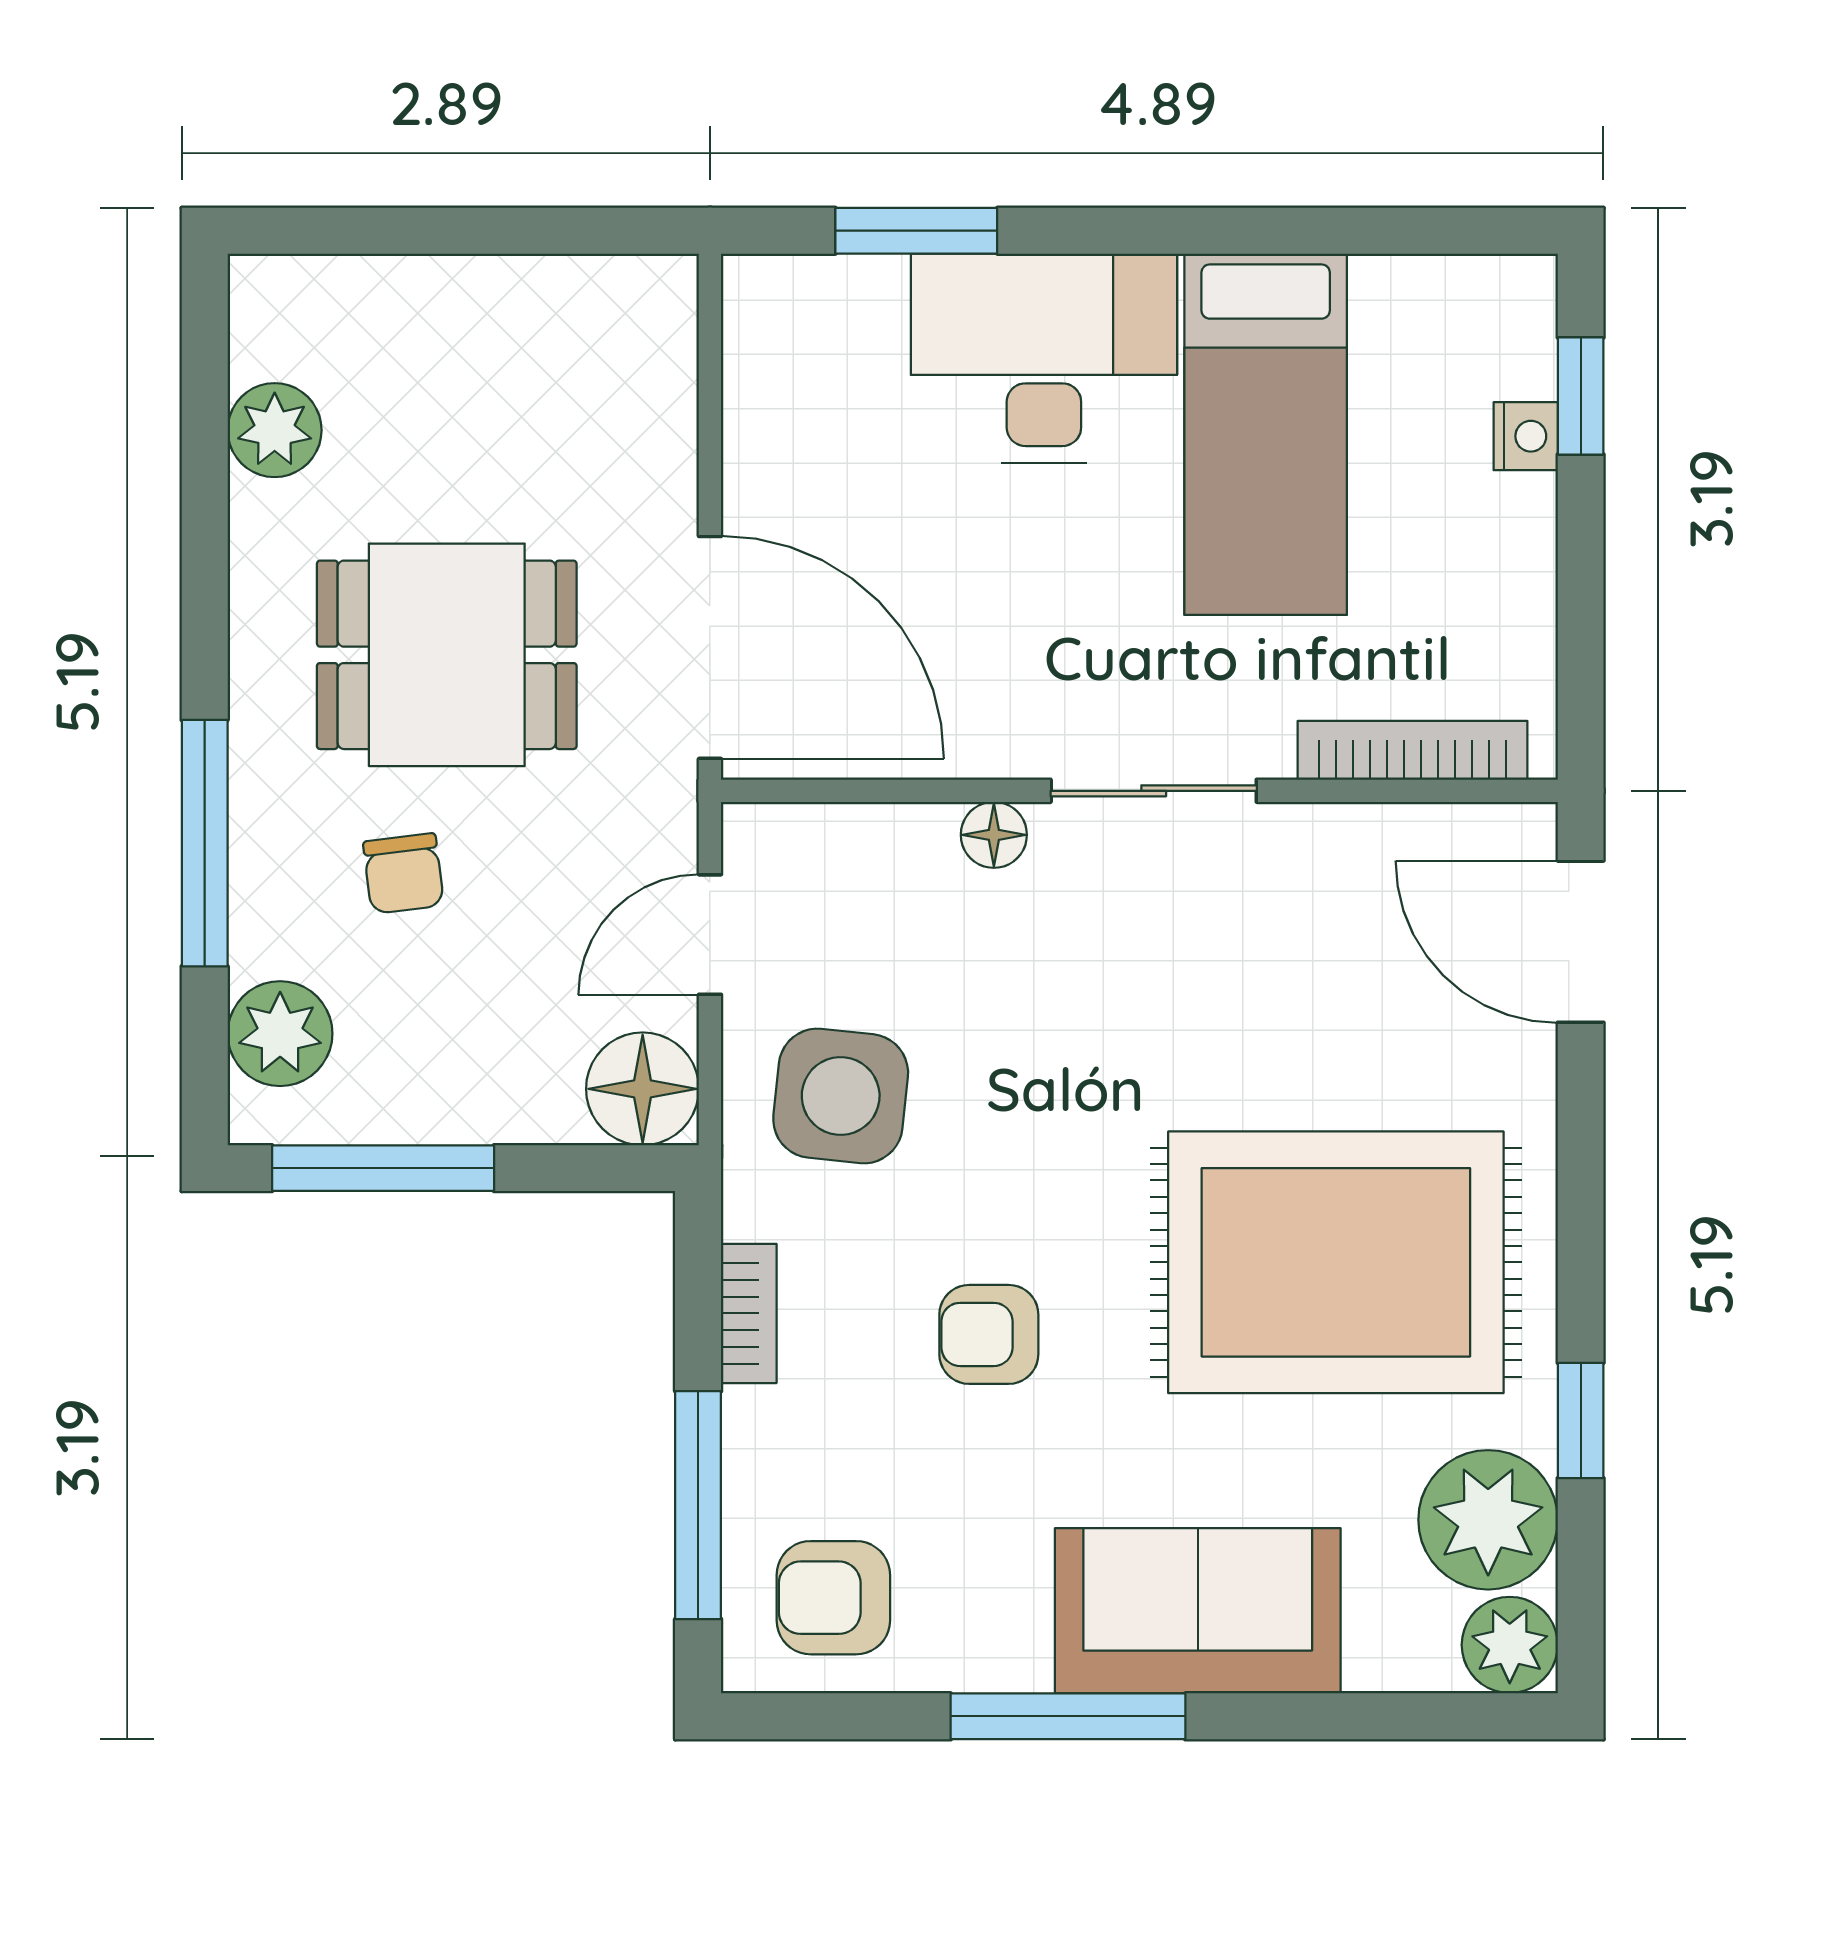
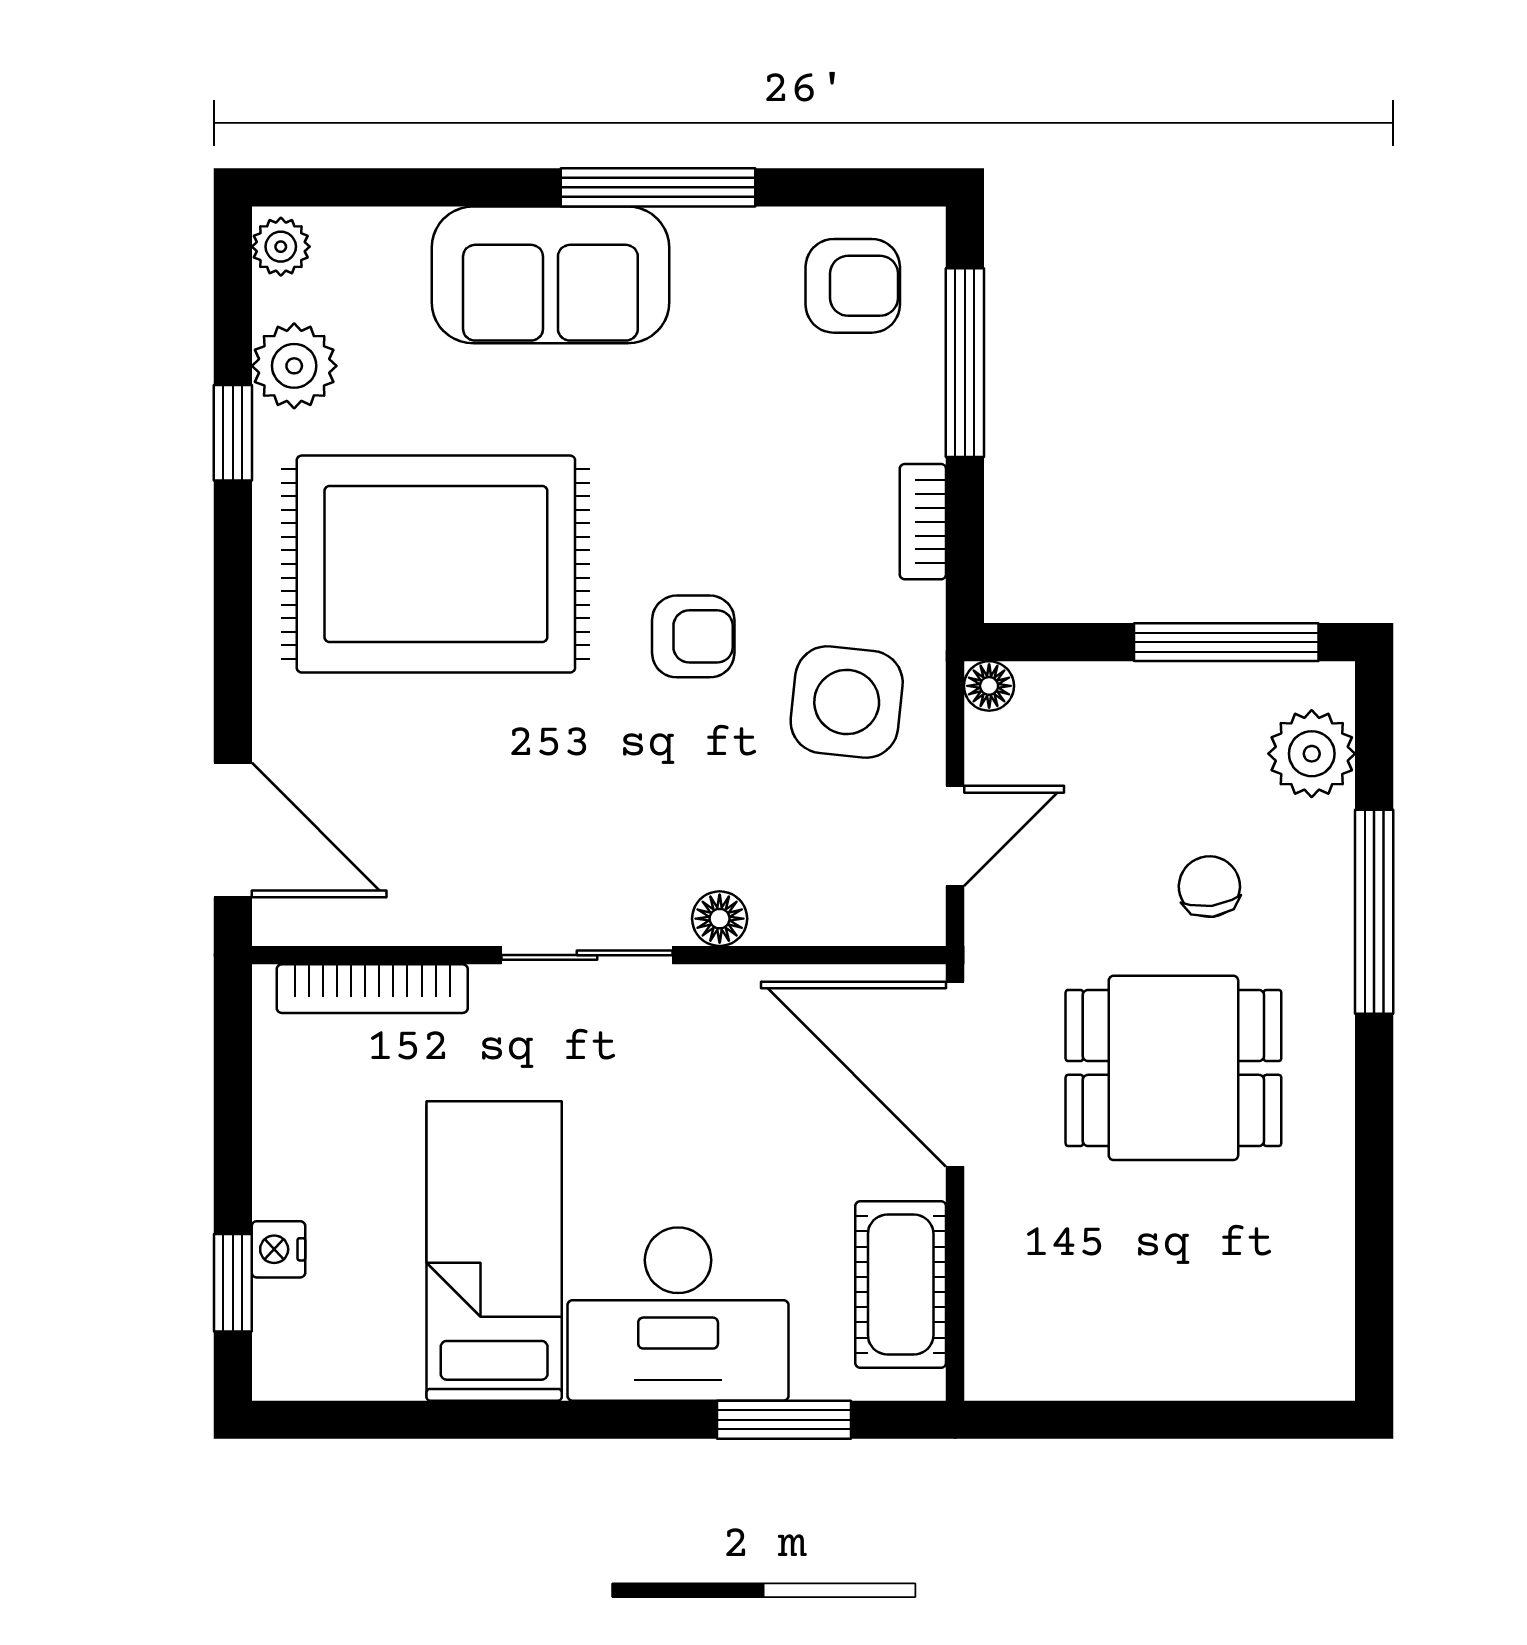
cot: (776, 394) -> (901, 1284), added
plant: (275, 430) -> (1316, 1254), removed
floor lamp: (643, 1089) -> (989, 686), width x0.53, depth x0.53
armchair: (989, 1334) -> (693, 636), moved
plant: (1488, 1520) -> (294, 366), width x0.73, depth x0.73
plant: (1510, 1645) -> (281, 247), width x0.73, depth x0.73

